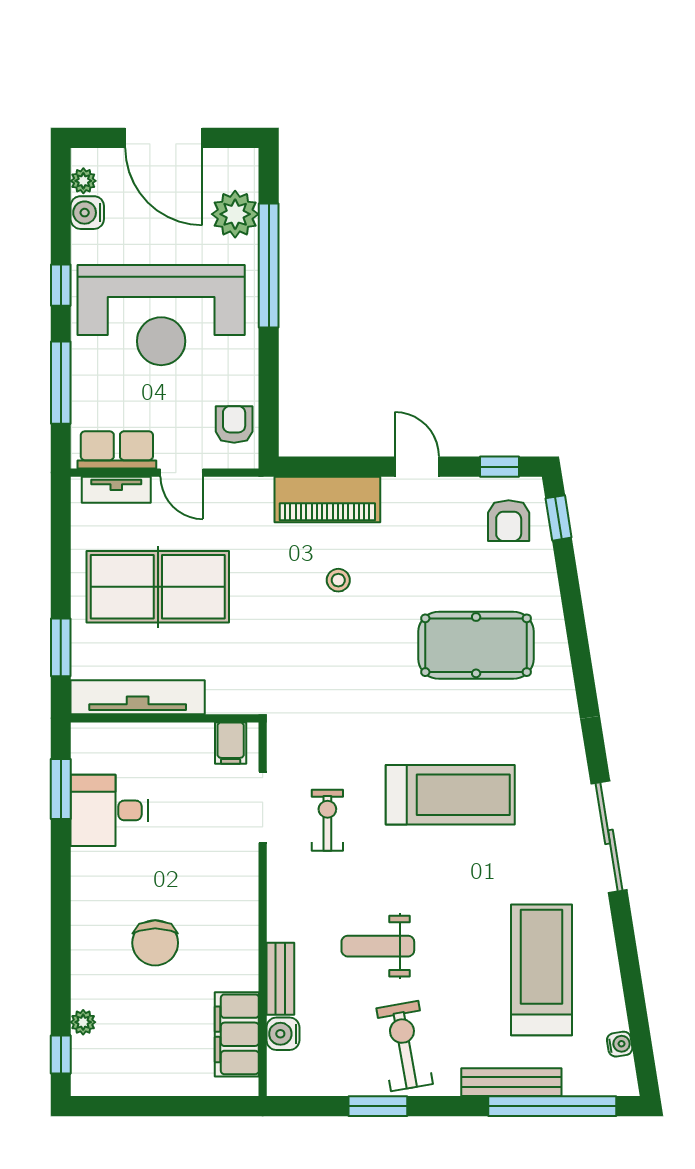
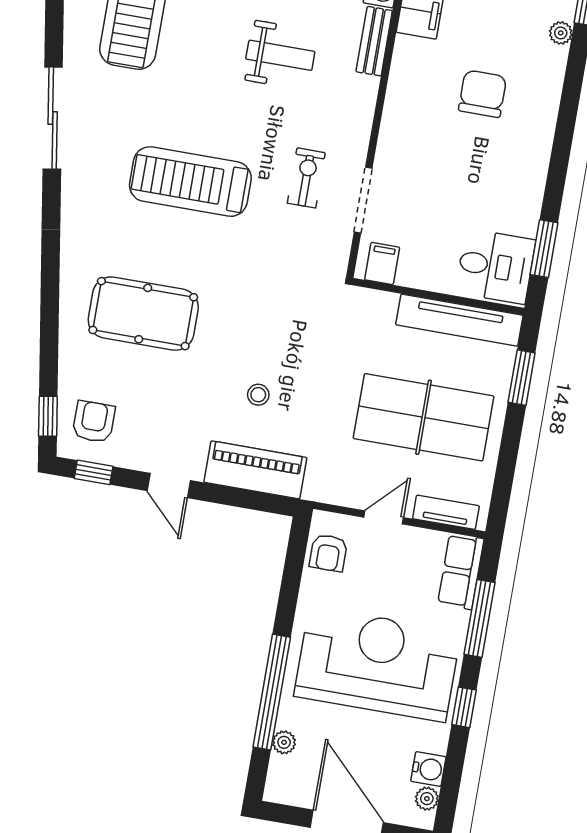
plant: (235, 214) -> (284, 742), width x0.53, depth x0.53
row of seats: (117, 450) -> (461, 571), moved, turned 90
door: (182, 473) -> (384, 517), hinge flipped
desk: (109, 810) -> (495, 266), moved
exercise bike: (327, 820) -> (306, 178), turned 180

